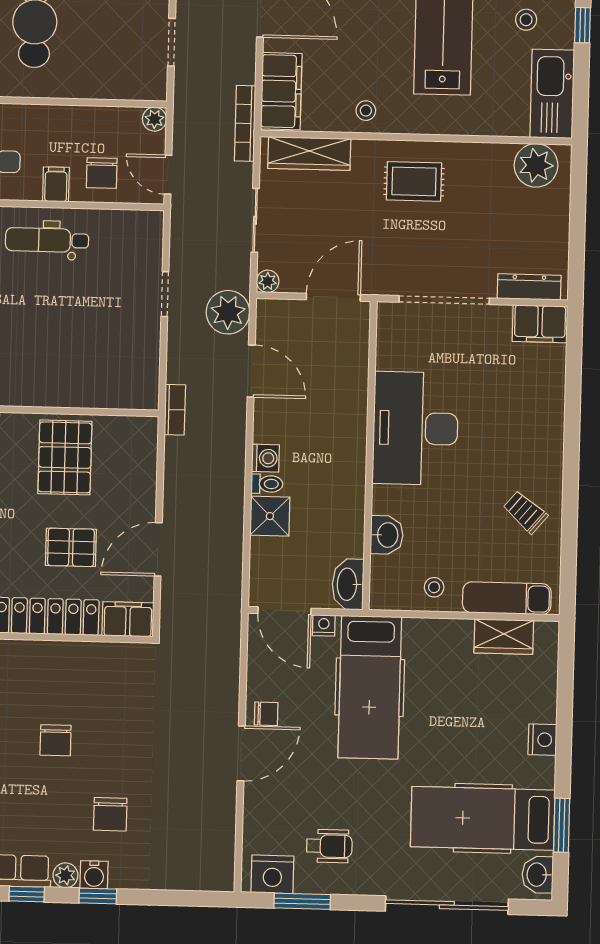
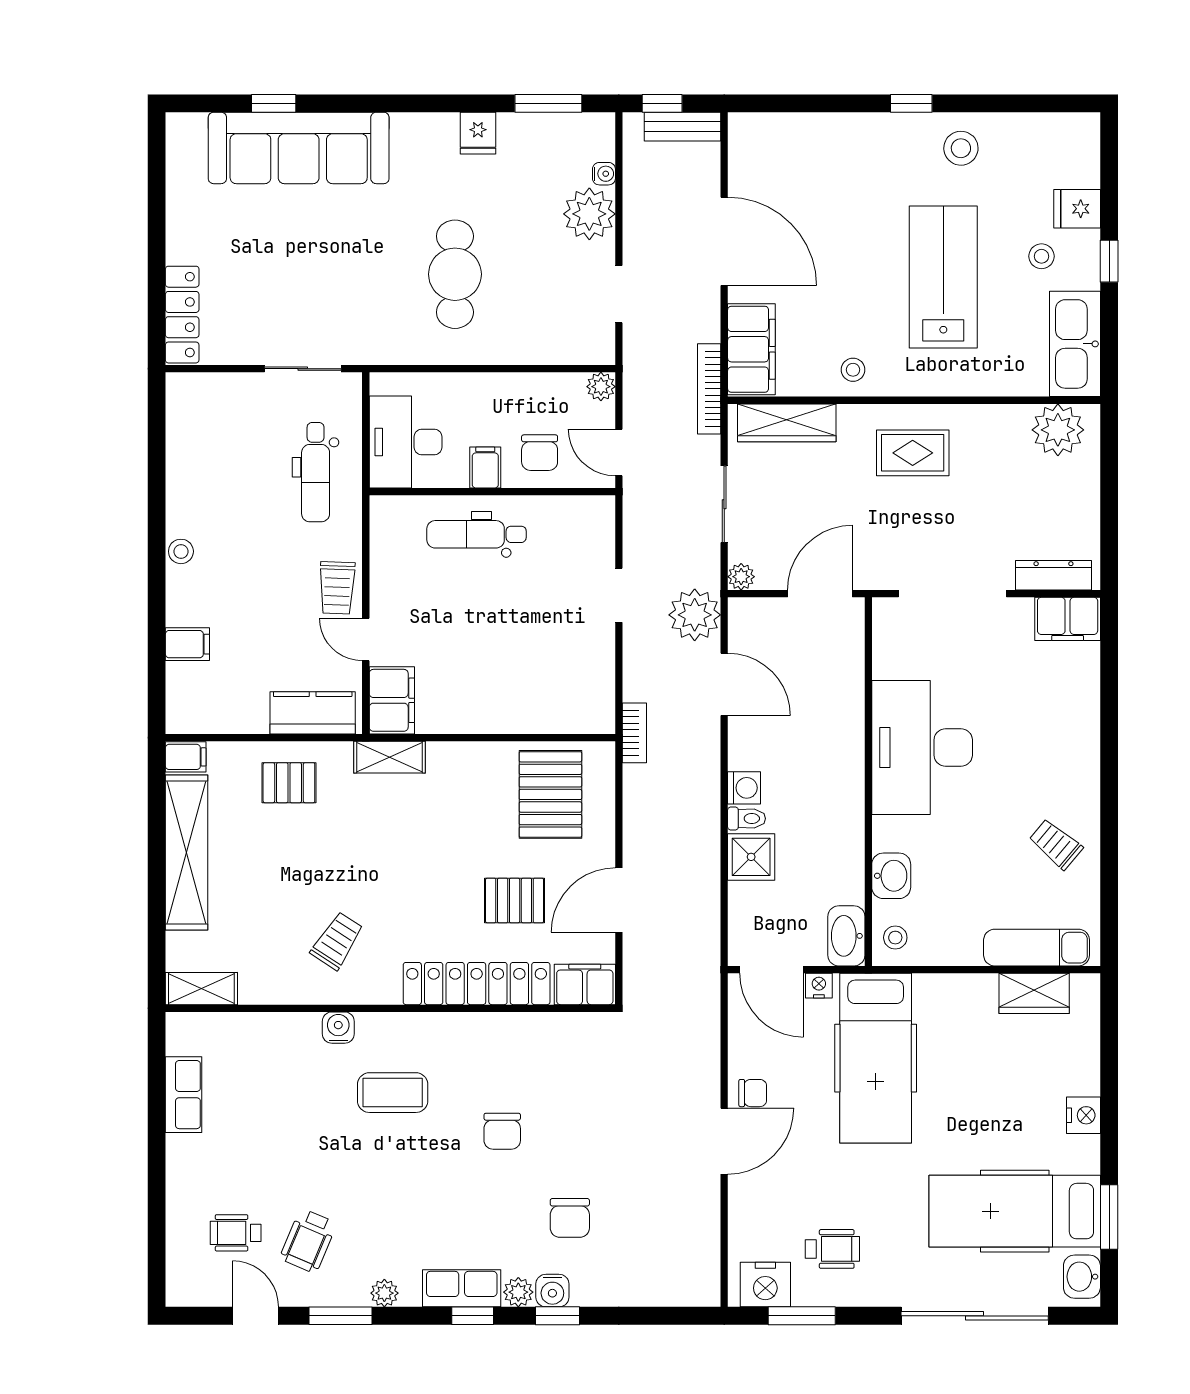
pallet: (65, 457) -> (550, 794), moved
stool: (434, 587) -> (895, 938), moved

